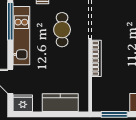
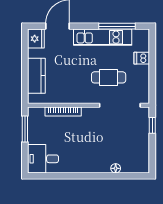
bookcase: (96, 58) -> (63, 111), moved

